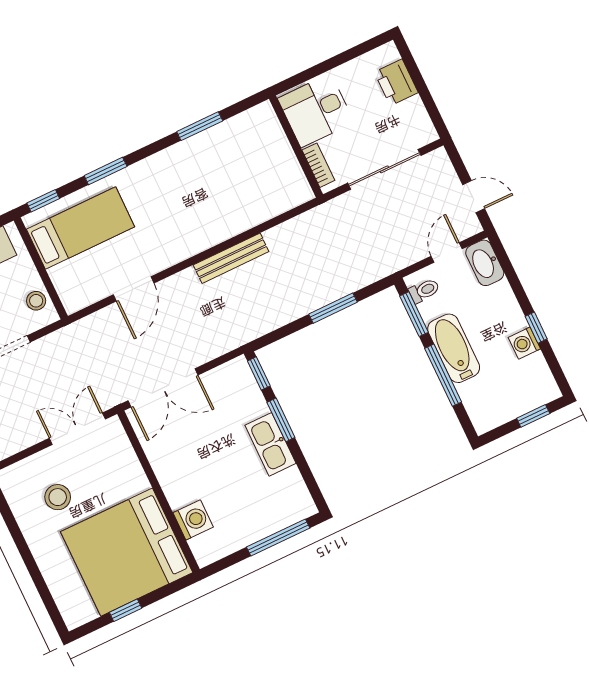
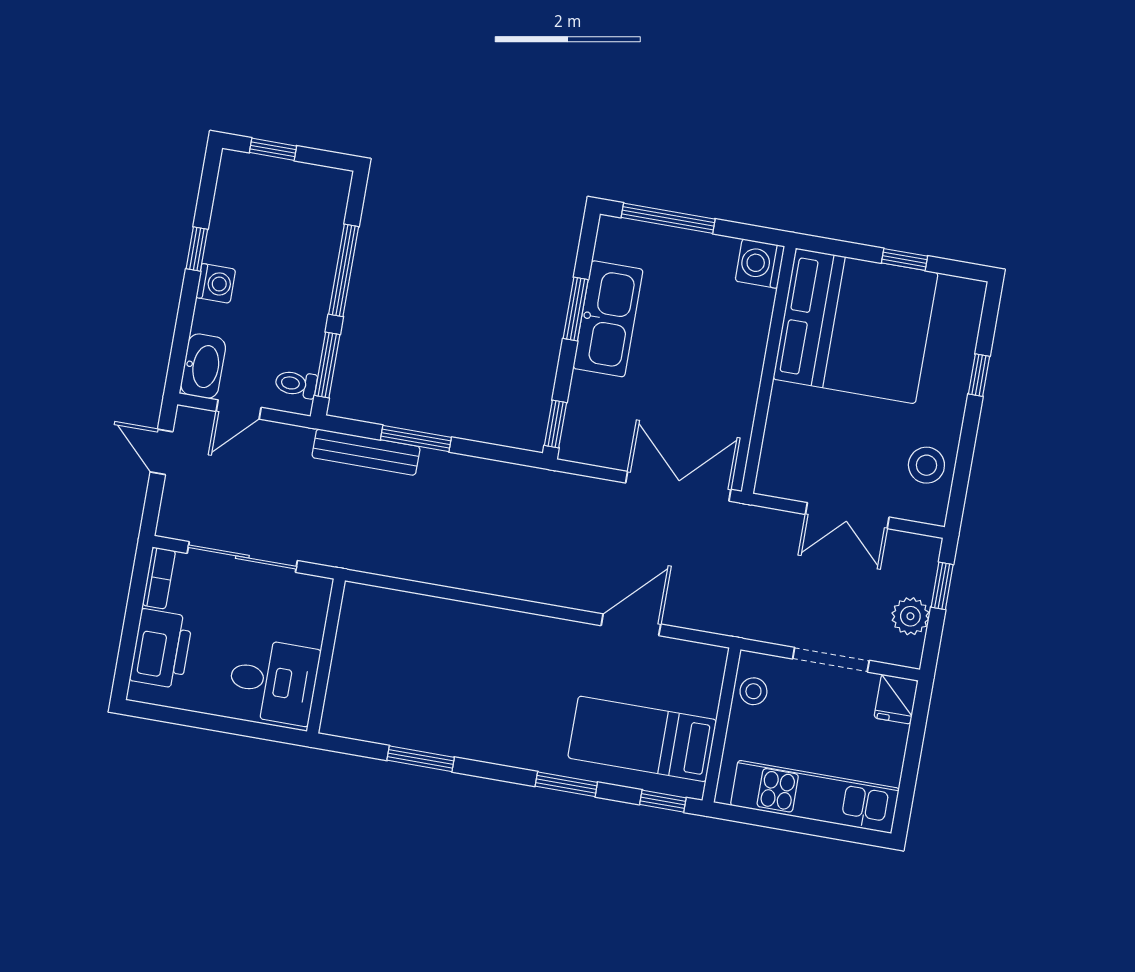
printer: (396, 82) -> (161, 649), width x1.37, depth x1.19
bookcase: (318, 165) -> (159, 578), moved, turned 180
bench: (231, 258) -> (366, 452), moved
washing machine: (524, 343) -> (216, 283), moved
bathtub: (454, 348) -> (309, 293), removed
window: (281, 420) -> (576, 309), moved
double door: (77, 429) -> (847, 516), moved
kitchen sink: (270, 444) -> (608, 319), width x1.36, depth x1.24
stool: (58, 497) -> (926, 465), moved
washing machine: (193, 520) -> (760, 264), moved
window: (36, 574) -> (979, 375), added

